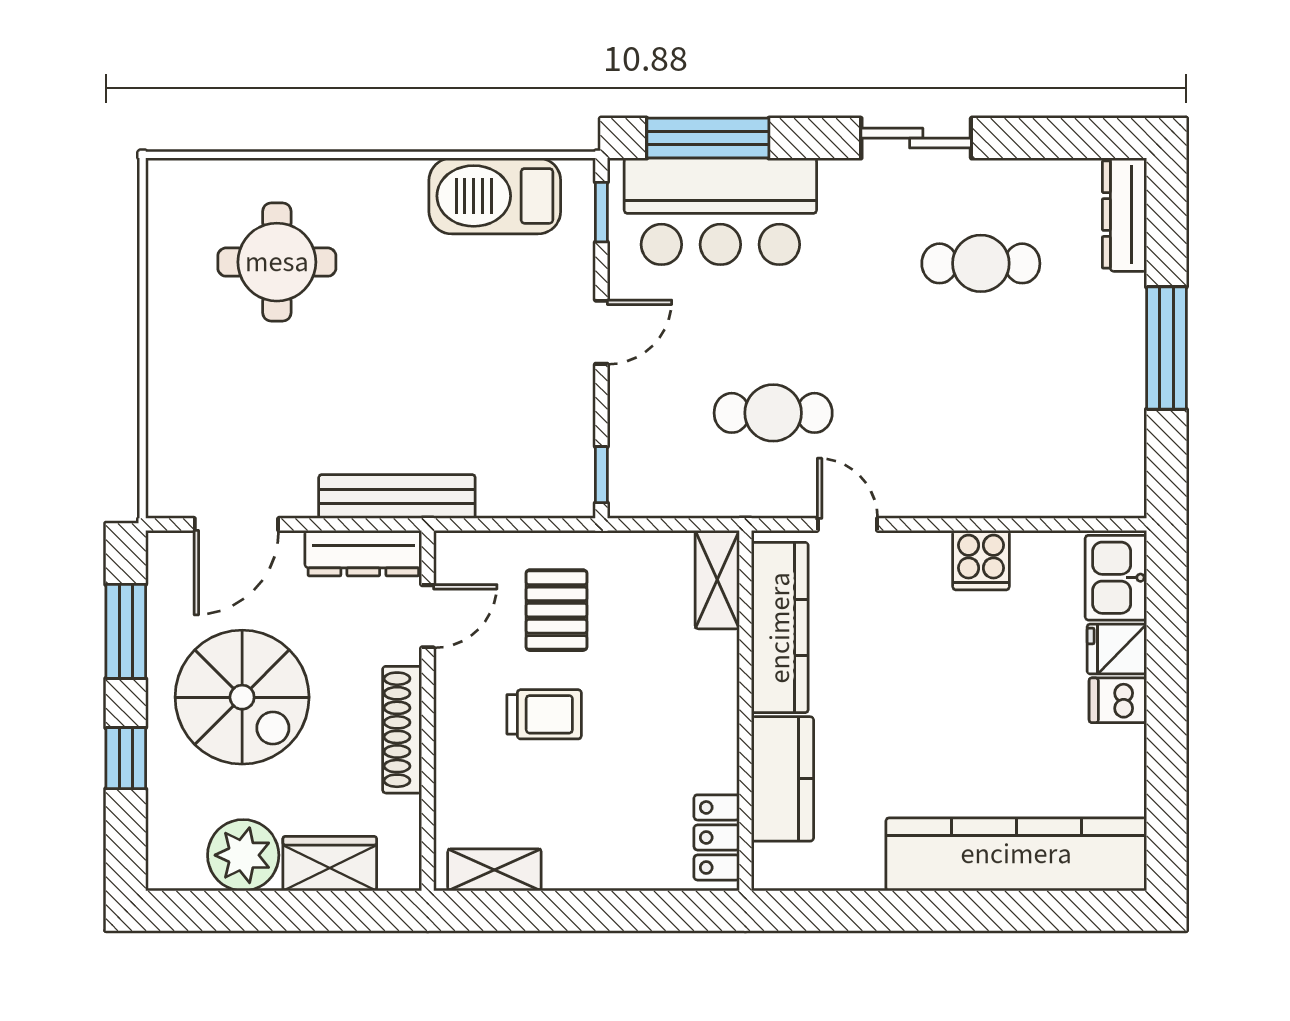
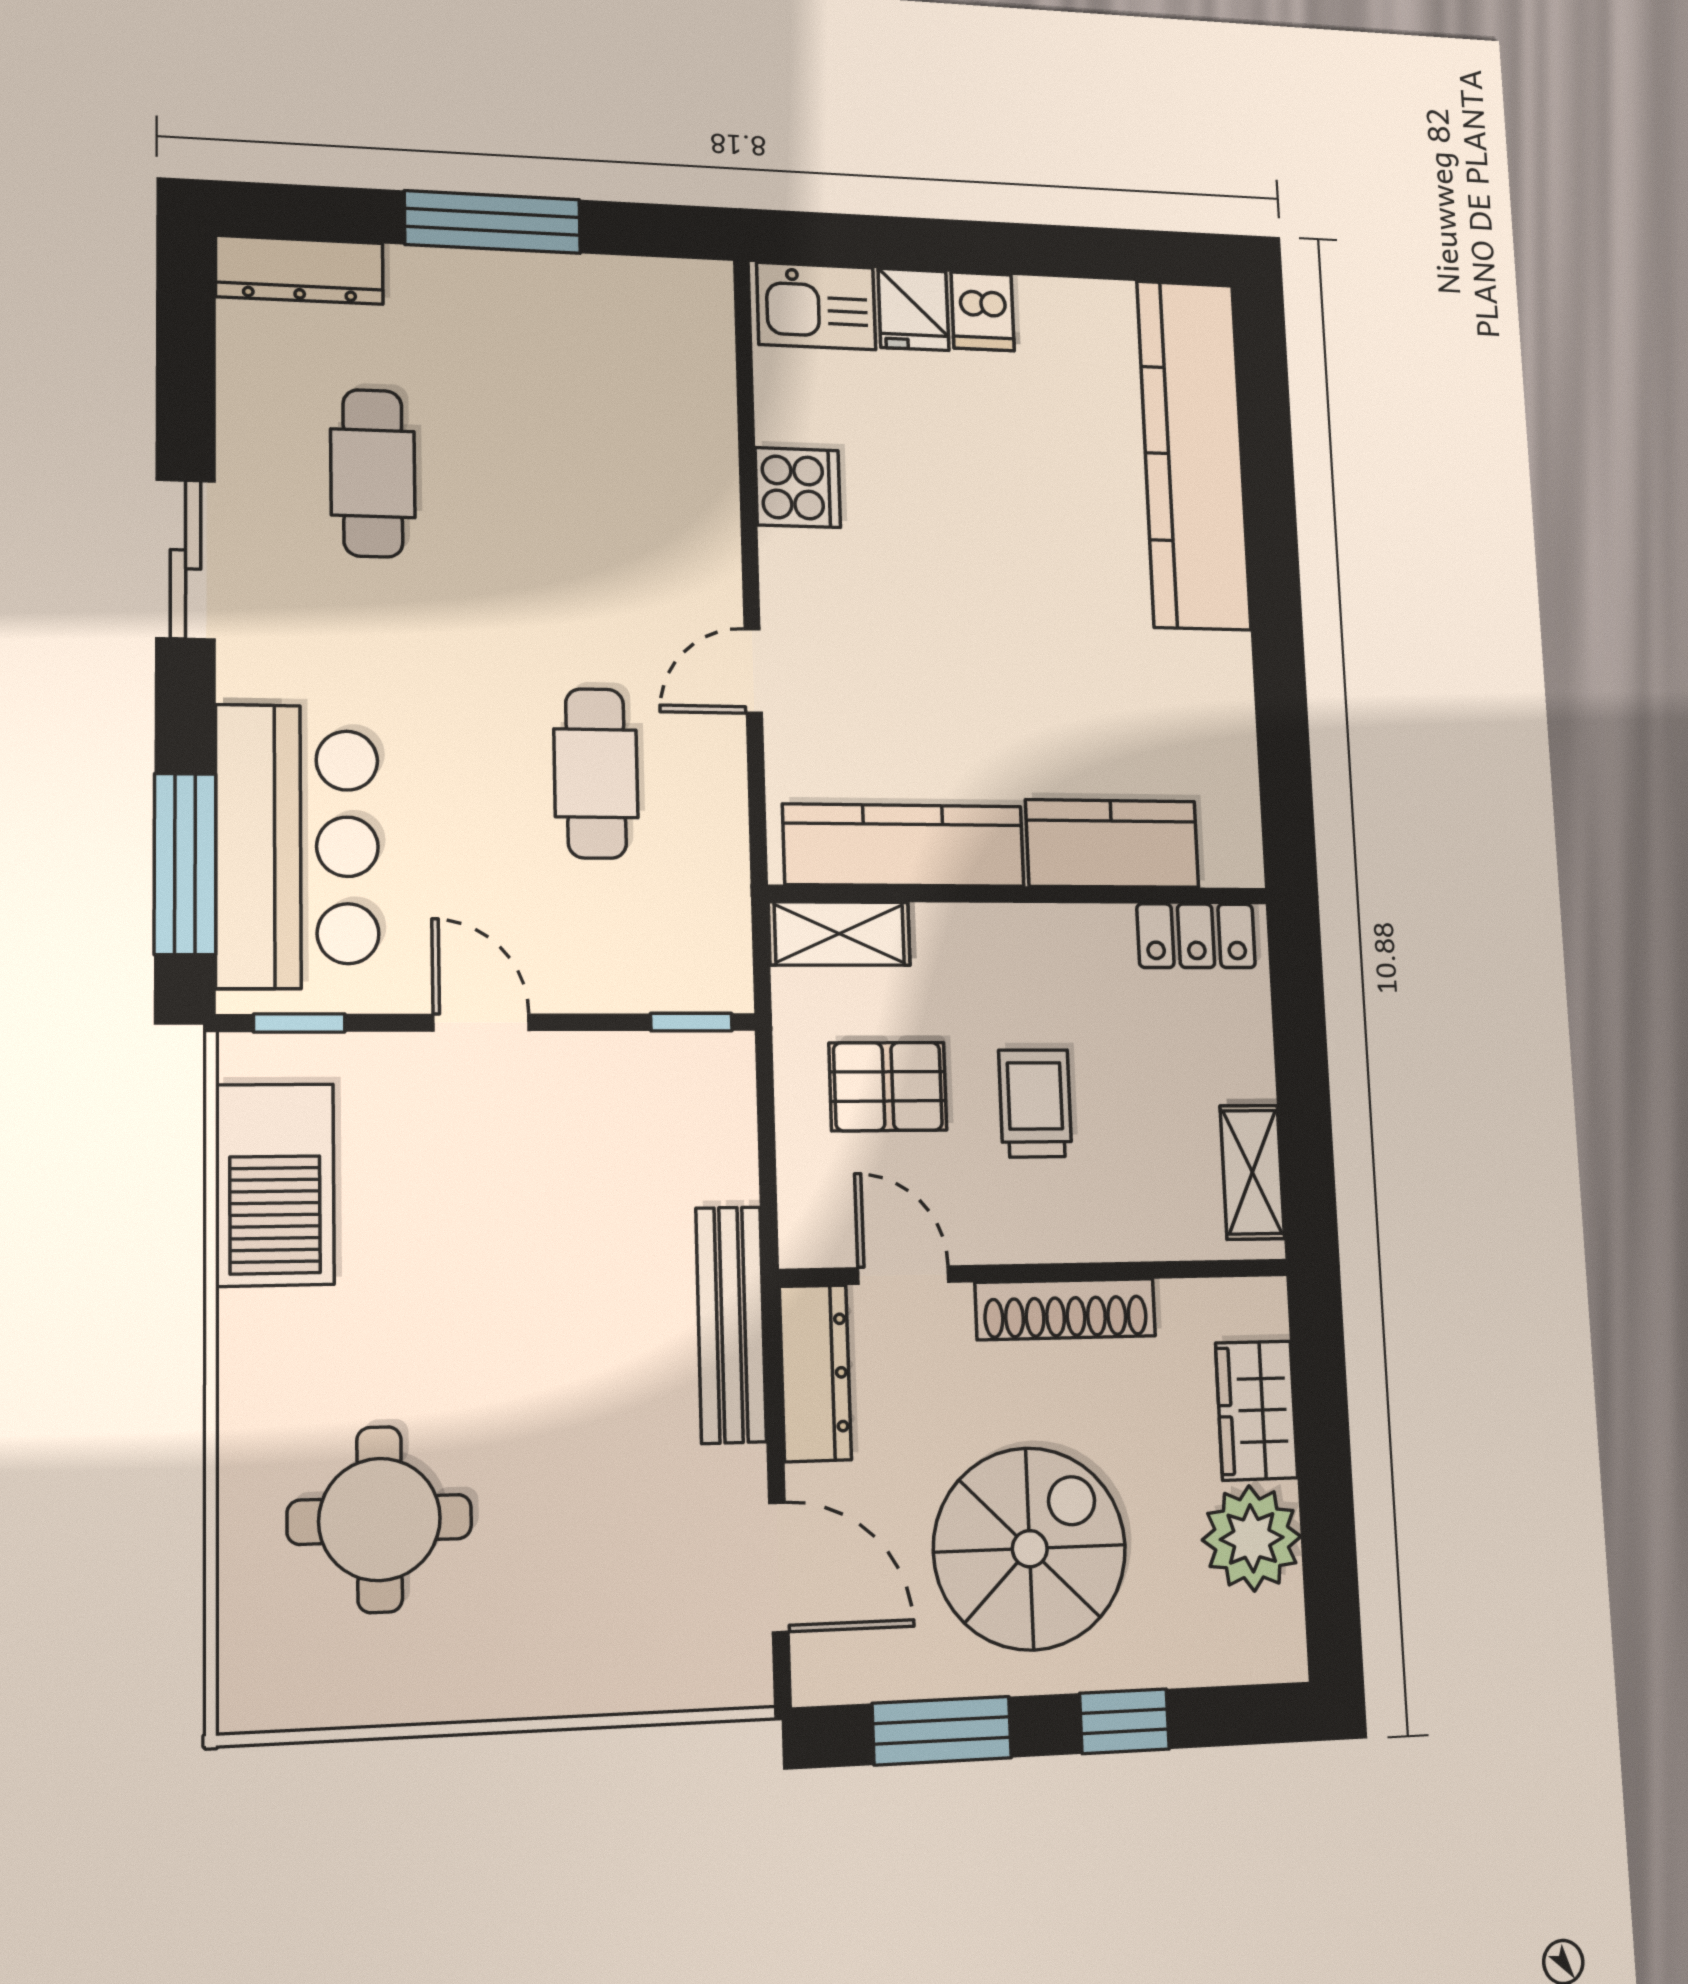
shelving: (717, 580) -> (839, 934), moved
kitchen counter: (780, 628) -> (904, 845), moved
wall: (745, 711) -> (1021, 895), moved
kitchen counter: (782, 779) -> (1112, 844), moved
locker: (717, 837) -> (1196, 936), moved

